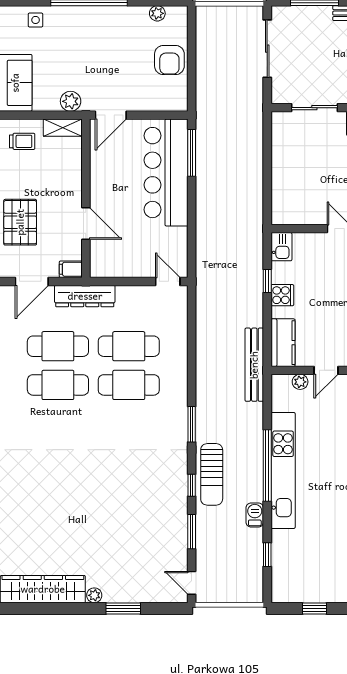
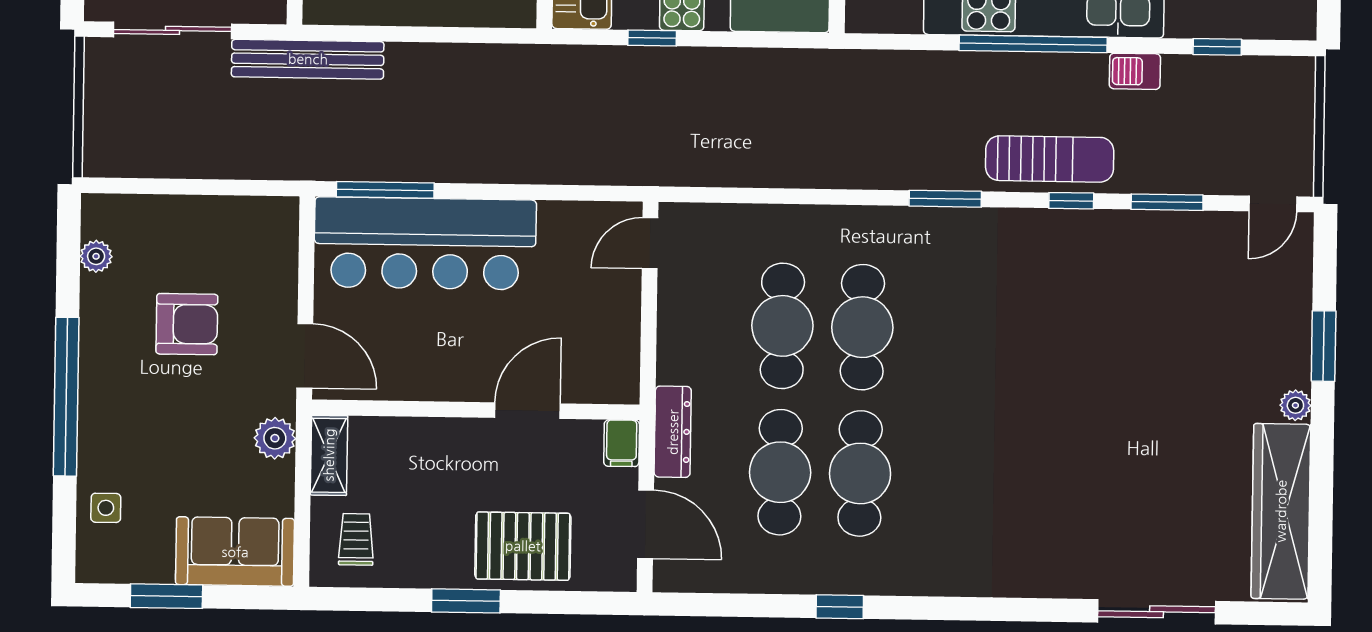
armchair: (169, 60) -> (187, 324), moved
dresser: (85, 296) -> (673, 432), width x0.73, depth x0.80
bench: (254, 365) -> (308, 59), moved

